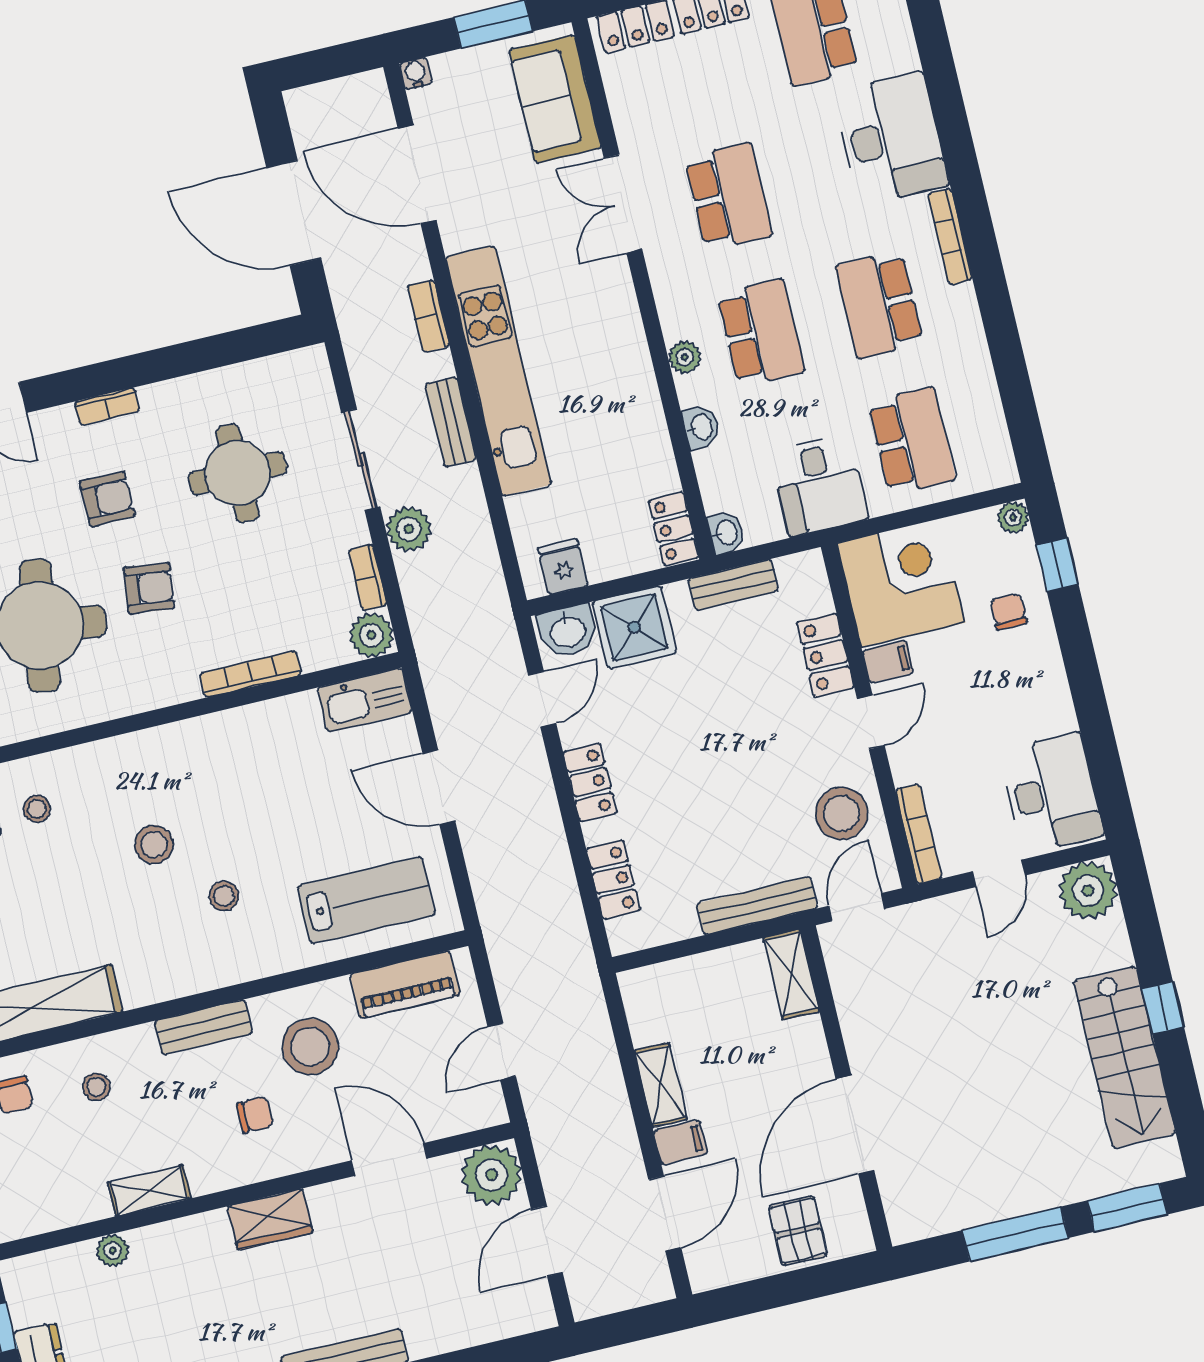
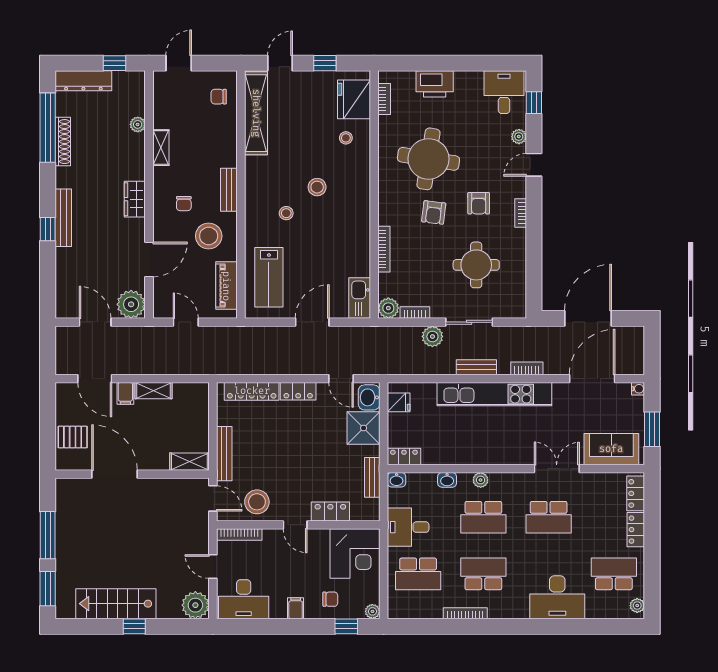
bookcase: (950, 237) -> (465, 613), moved
filing cabinet: (888, 662) -> (296, 608), moved, turned 180
locker: (613, 879) -> (252, 391), width x1.53
stool: (96, 1087) -> (214, 135), removed

